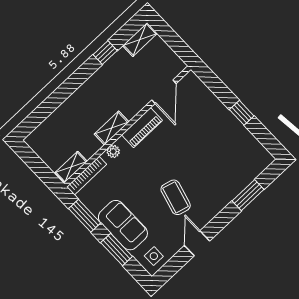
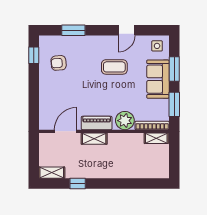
window: (242, 113) -> (34, 55), moved
shelving: (112, 128) -> (94, 139), moved
plant: (113, 151) -> (125, 121), width x1.87, depth x1.87
armchair: (233, 151) -> (59, 63), added
coffee table: (176, 197) -> (114, 67), turned 75

